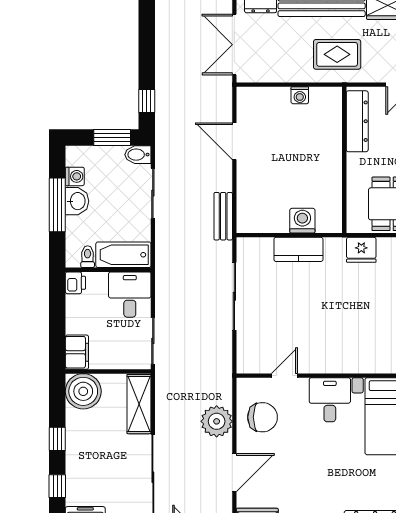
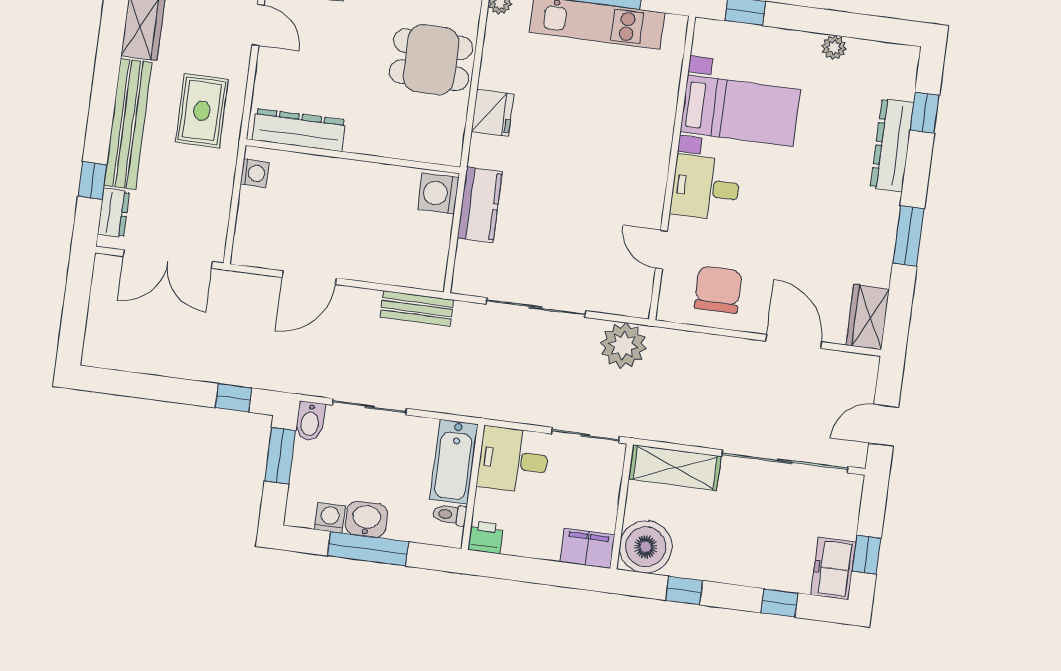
dresser: (357, 121) -> (299, 130), moved
wall: (344, 160) -> (353, 156), moved
plant: (217, 421) -> (623, 345), moved
window: (57, 439) -> (684, 590), moved

